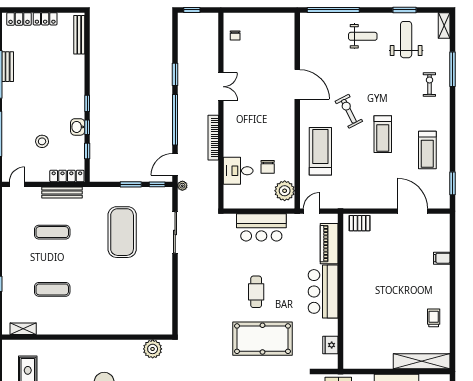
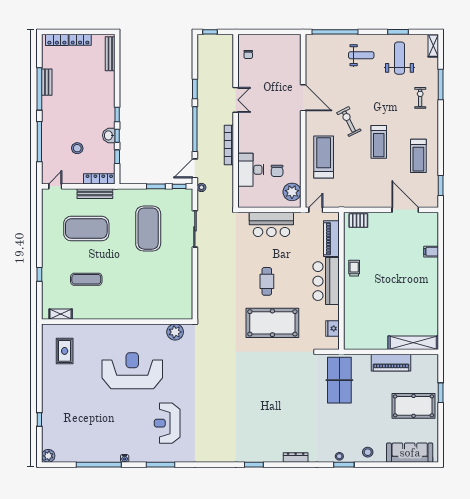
desk: (238, 171) -> (251, 170), width x1.37
exercise mat: (52, 232) -> (86, 229), width x2.00, depth x1.45
trolley: (434, 318) -> (354, 268), moved

